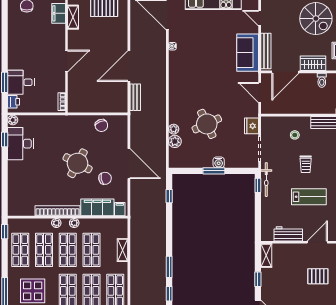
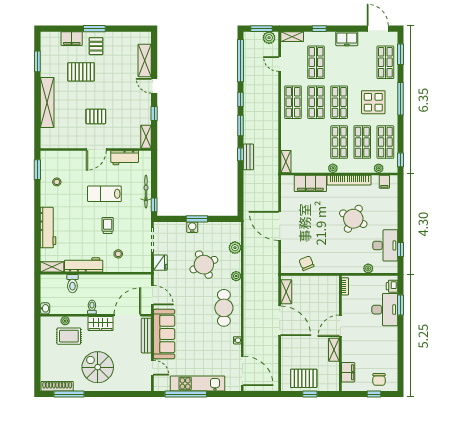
shelving: (73, 17) -> (334, 350), moved
sofa: (248, 53) -> (164, 334), width x1.36
door: (129, 66) -> (280, 321), hinge flipped
cafe table: (186, 79) -> (224, 308), added
desk: (21, 82) -> (385, 310), width x1.37
shelving: (122, 96) -> (286, 292), added
bench: (135, 97) -> (248, 157), moved
plant: (13, 120) -> (368, 268), moved
plant: (174, 129) -> (236, 276), moved
round table: (78, 163) -> (353, 219), moved
chair: (105, 178) -> (303, 212), removed
bicycle: (266, 180) -> (146, 192), moved
window: (169, 196) -> (241, 154), moved
filing cabinet: (120, 209) -> (384, 182), moved
plant: (56, 223) -> (379, 168), moved
shop shelf: (91, 250) -> (316, 142), removed
shelving: (123, 250) -> (286, 162), moved

